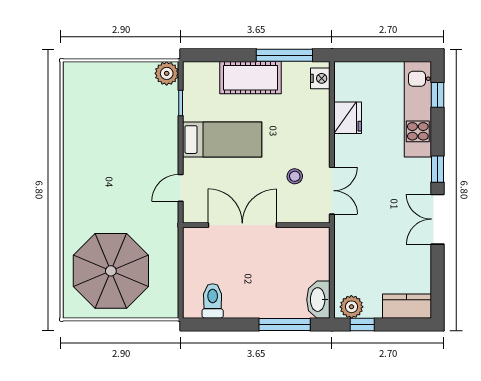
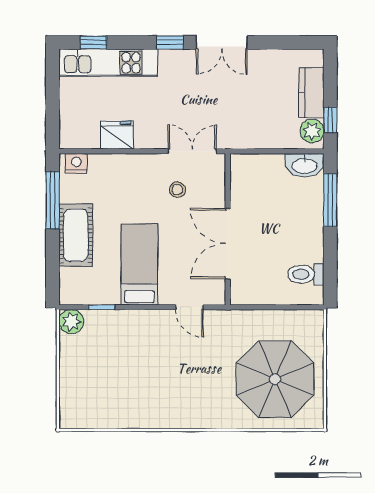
kitchen counter: (407, 306) -> (311, 92), moved

